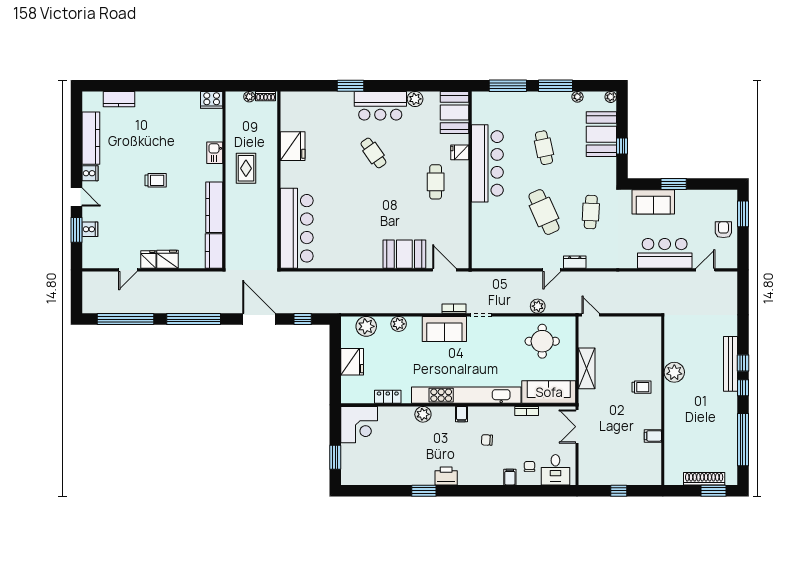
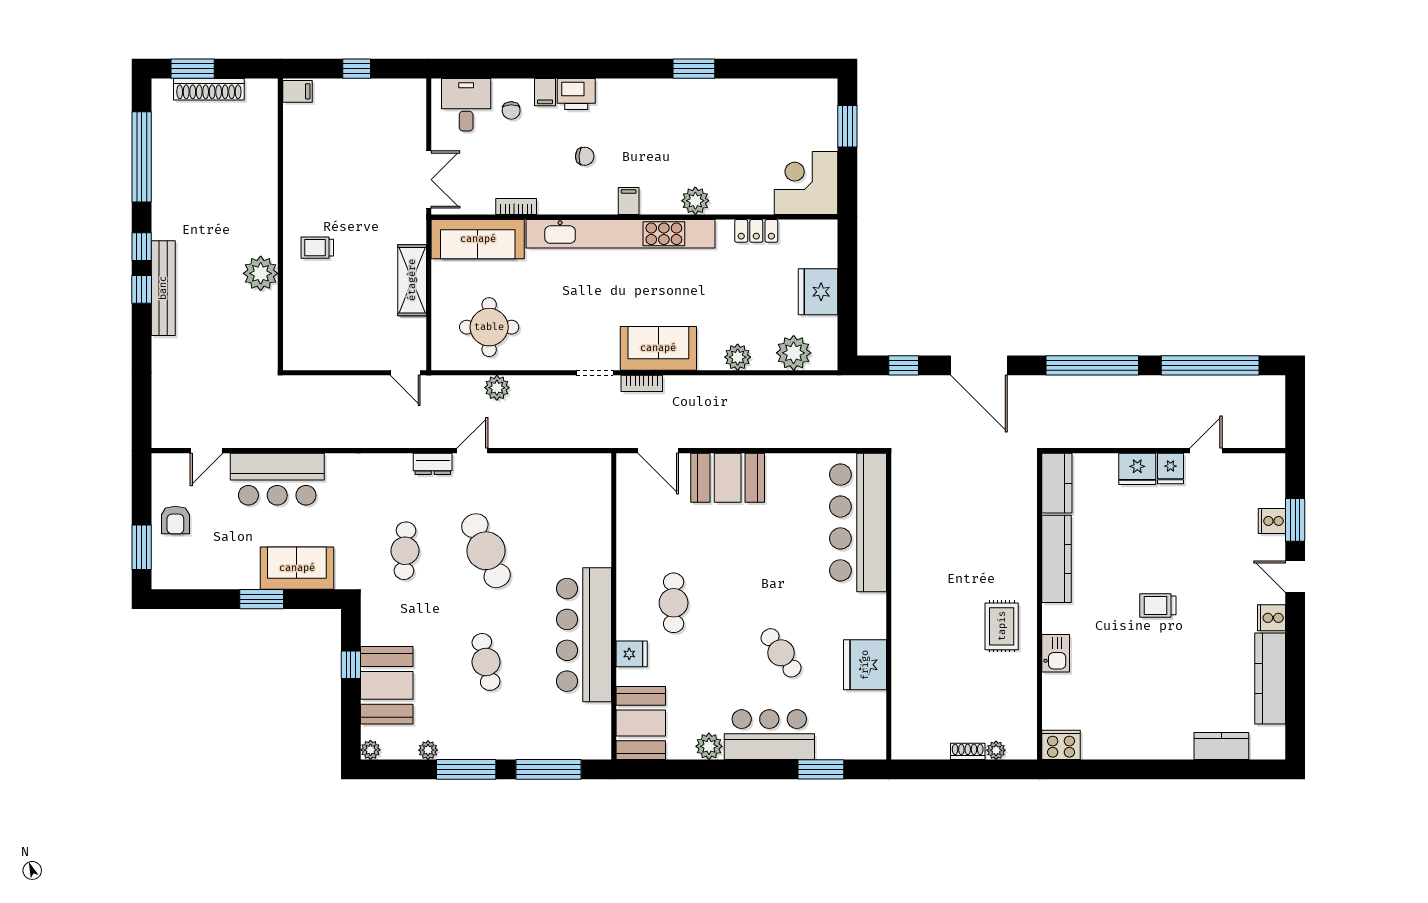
fridge: (293, 146) -> (865, 665), moved
wall: (279, 180) -> (889, 606), moved
bar counter: (297, 228) -> (858, 522), moved
filing cabinet: (653, 436) -> (297, 91), moved
printer: (446, 476) -> (576, 94), moved

